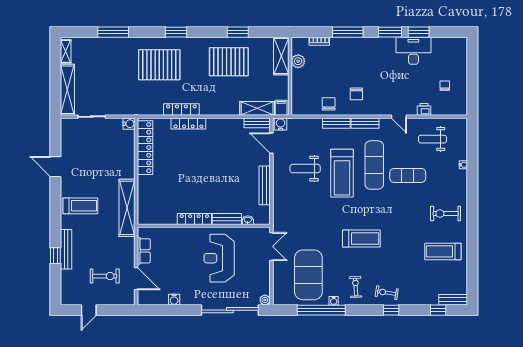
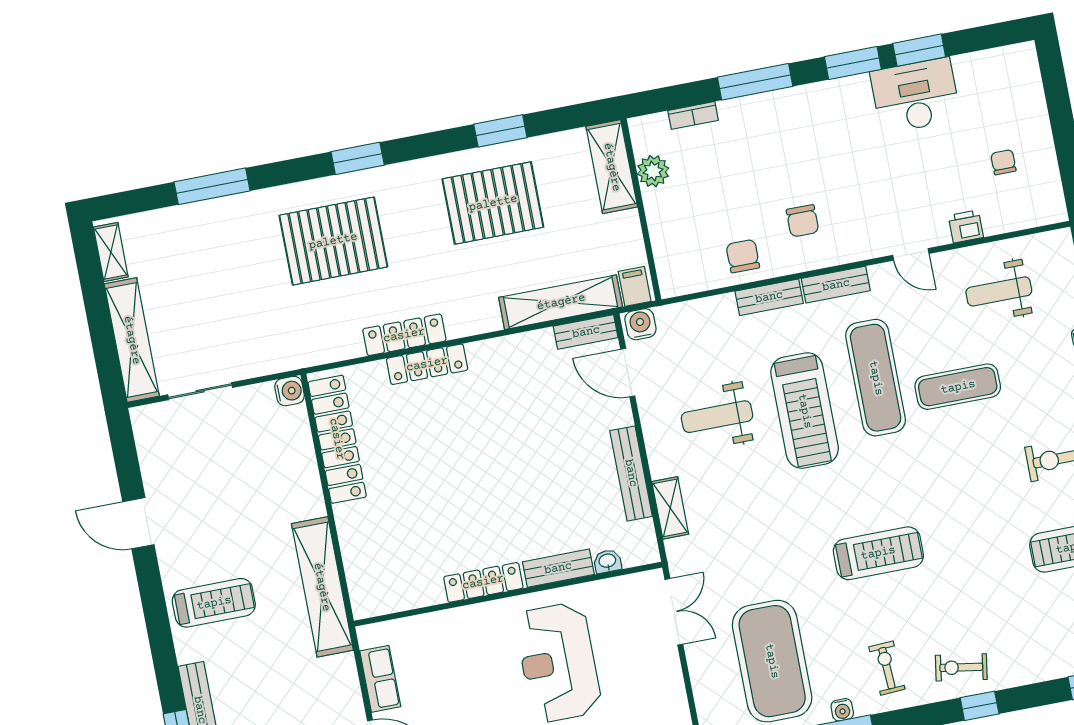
shelving: (257, 108) -> (561, 302), width x1.47
shelving: (278, 203) -> (670, 508), added

